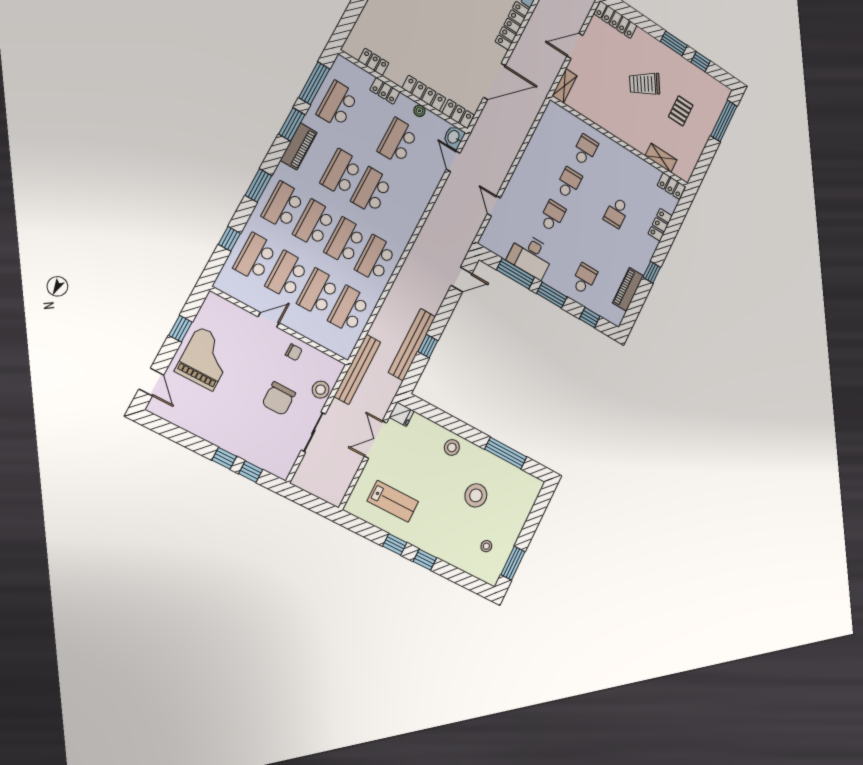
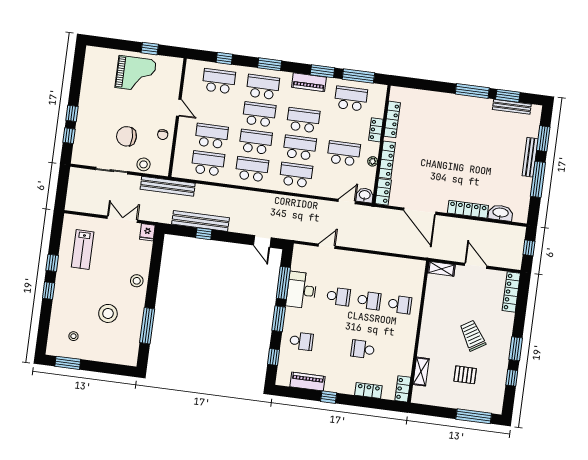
locker: (374, 62) -> (392, 119), width x1.53
school desk: (287, 275) -> (296, 175), moved
door: (151, 382) -> (106, 43), removed

